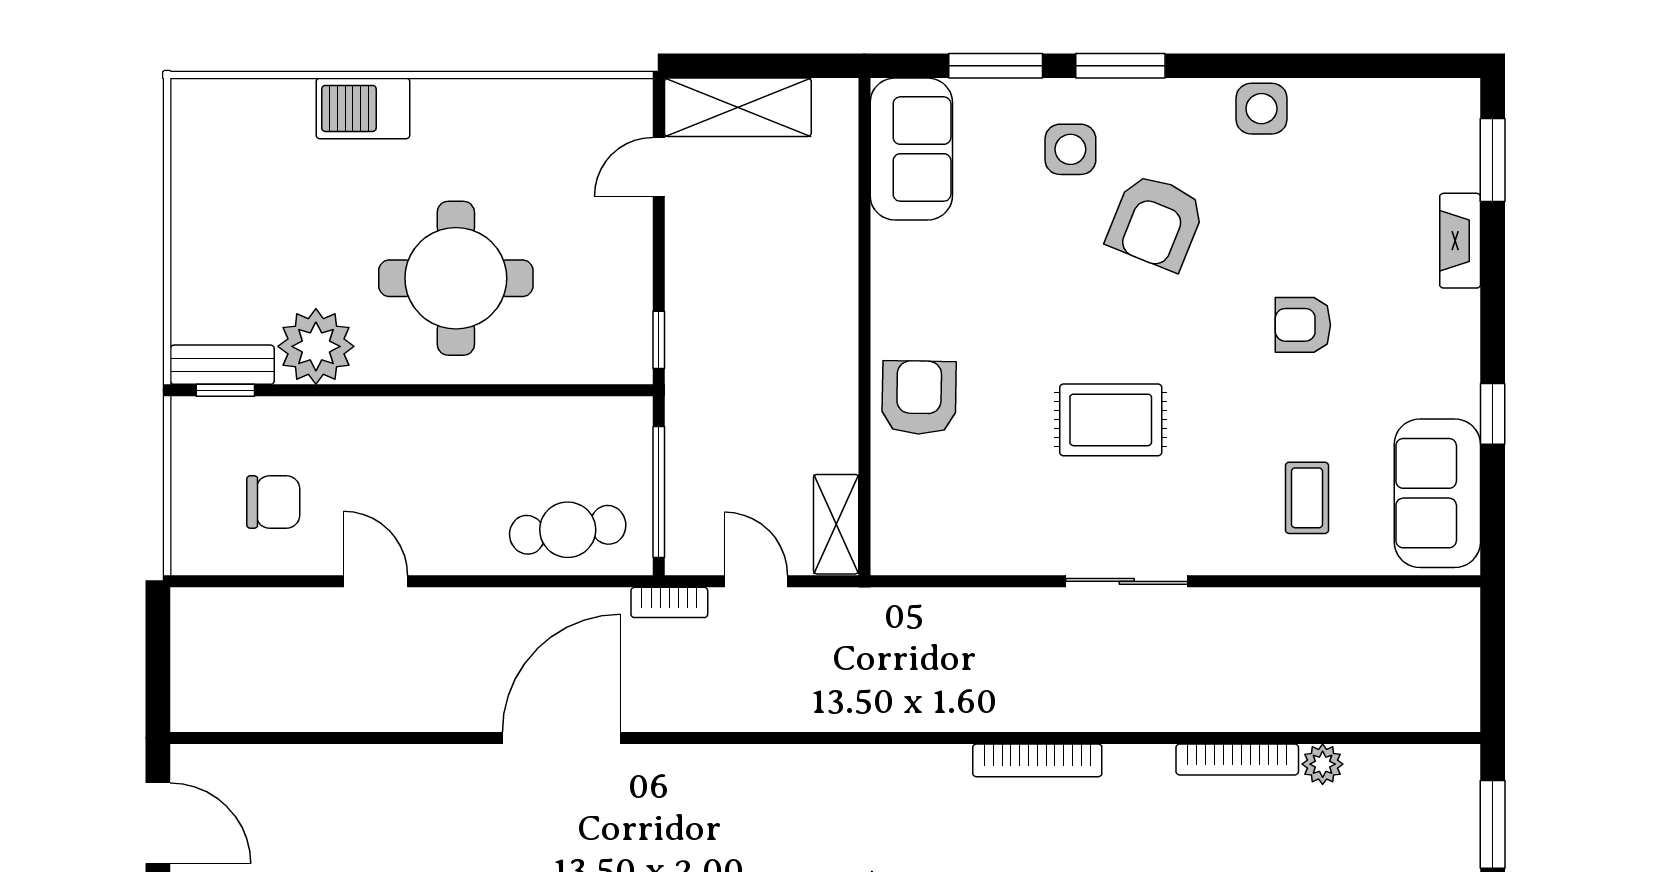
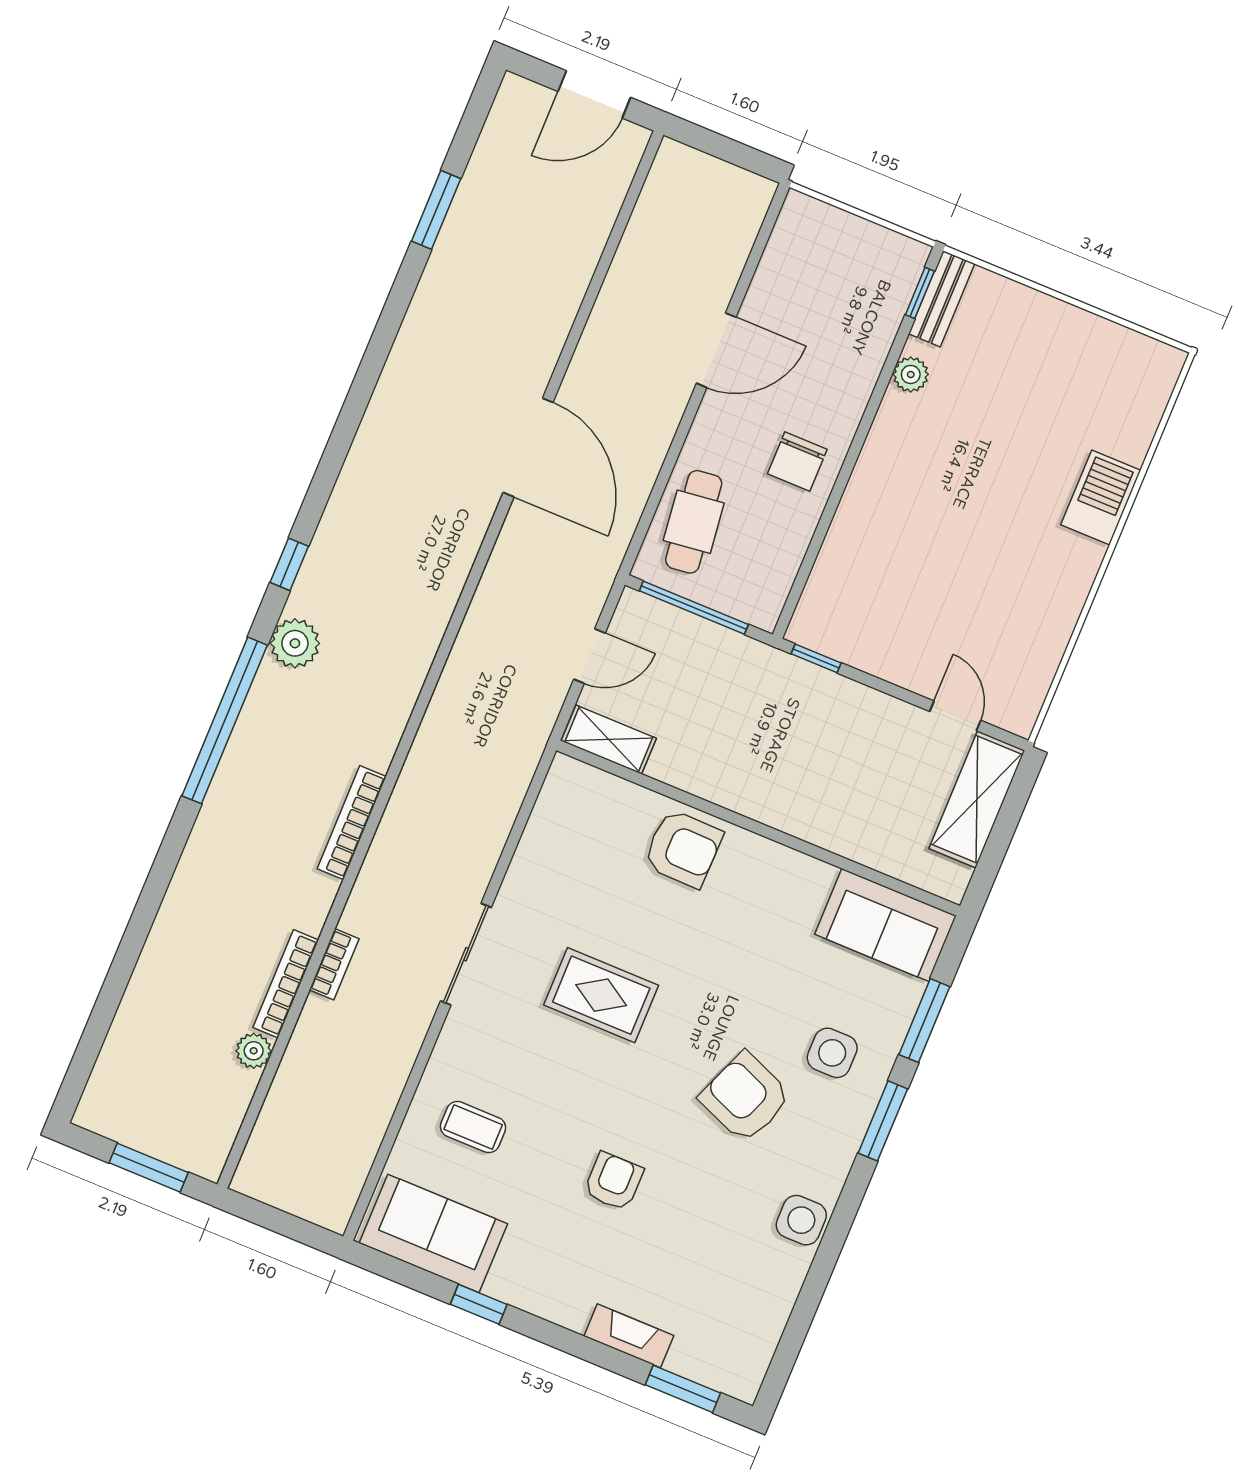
round table: (456, 278) -> (933, 516), removed
plant: (316, 346) -> (911, 374), width x0.53, depth x0.53
rug: (1111, 420) -> (601, 995), turned 90
chair: (273, 502) -> (797, 461), moved
door: (376, 581) -> (716, 350), width x1.38
bookcase: (669, 602) -> (334, 964), moved, turned 180

